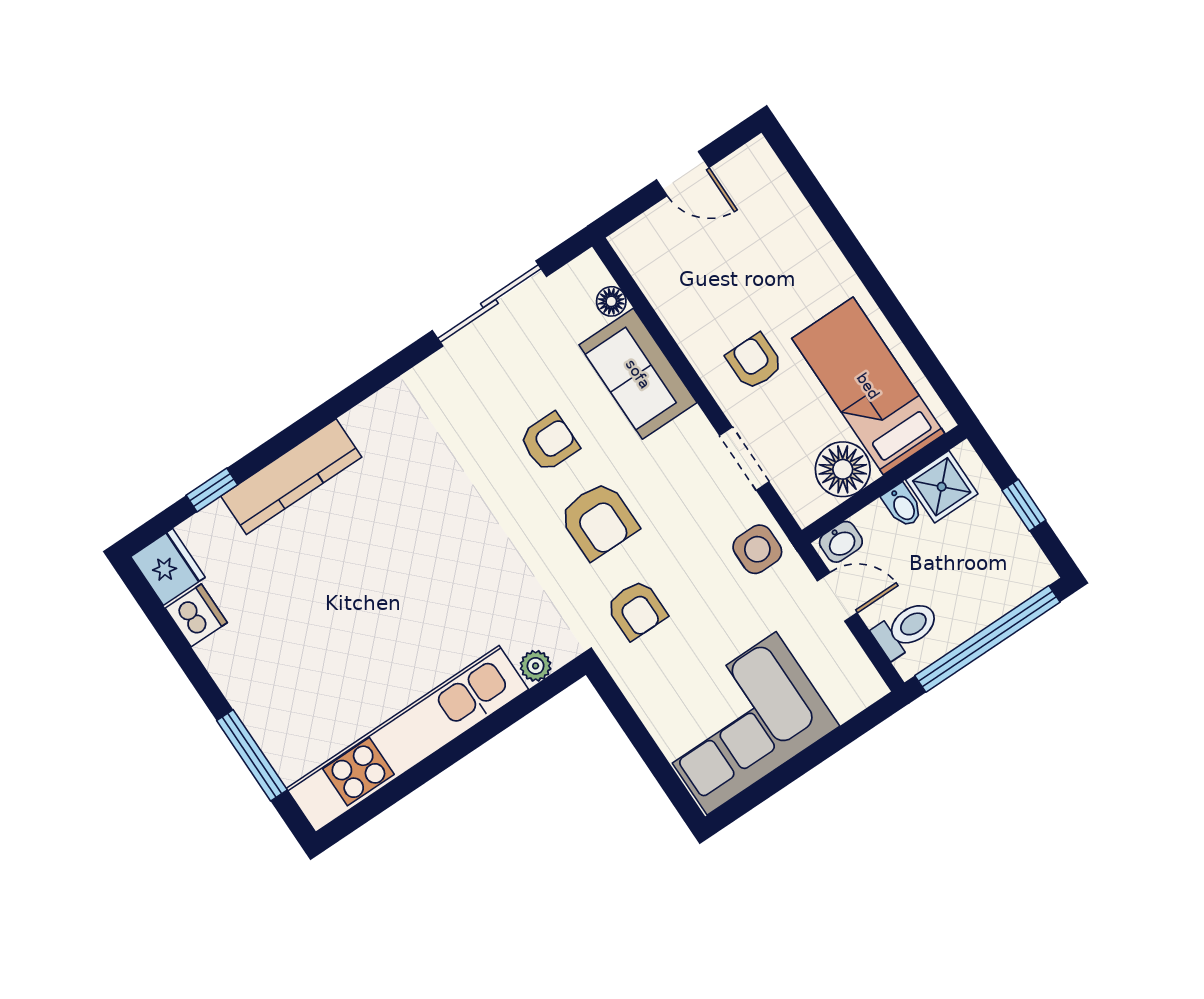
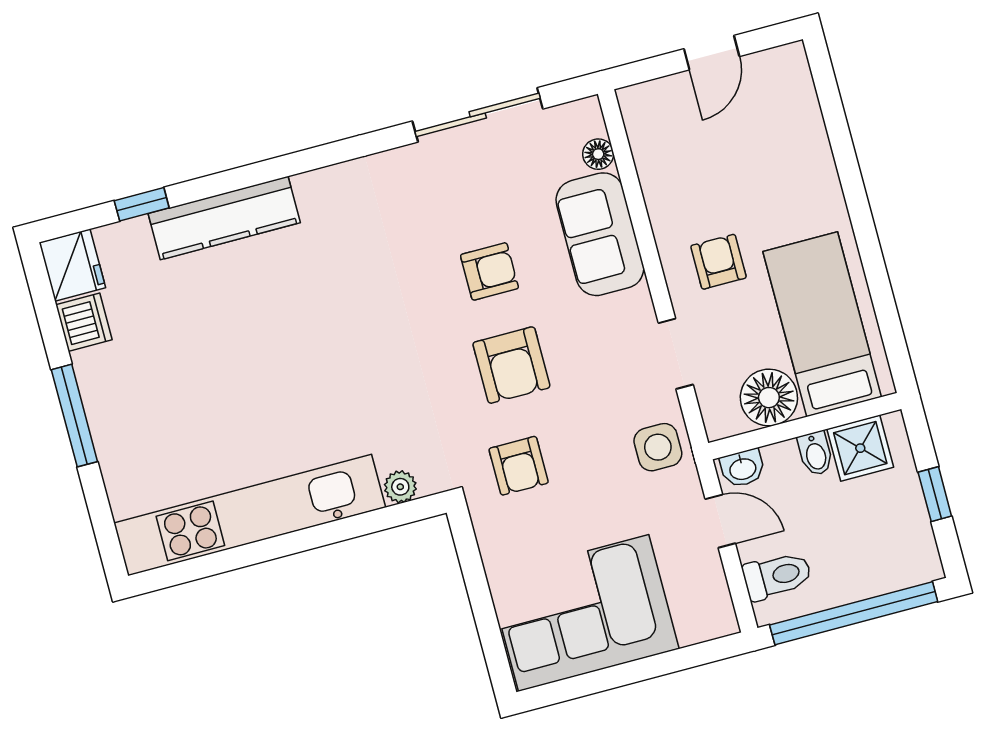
door: (683, 174) -> (712, 53), hinge flipped
window: (252, 755) -> (74, 416), moved

